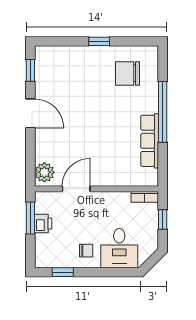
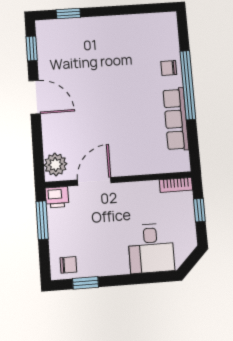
window: (99, 41) -> (68, 14), moved
chair: (128, 73) -> (169, 68), moved, width x0.54, depth x0.54
printer: (43, 223) -> (57, 197), moved, turned 90
chair: (86, 251) -> (68, 265), moved

